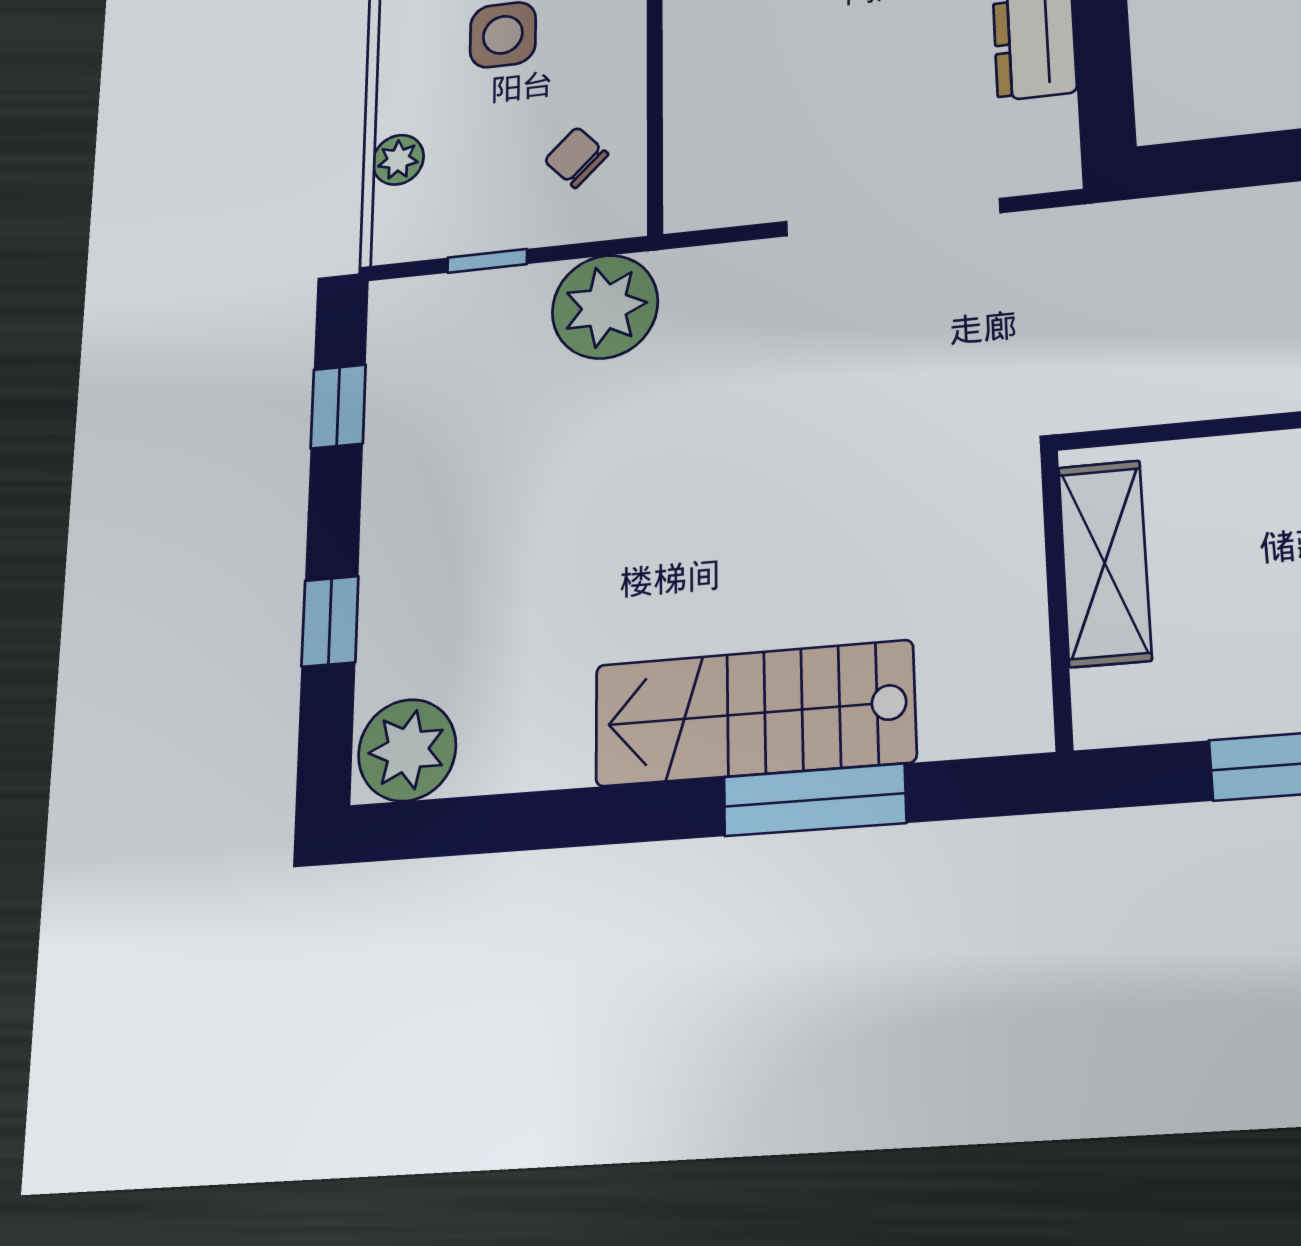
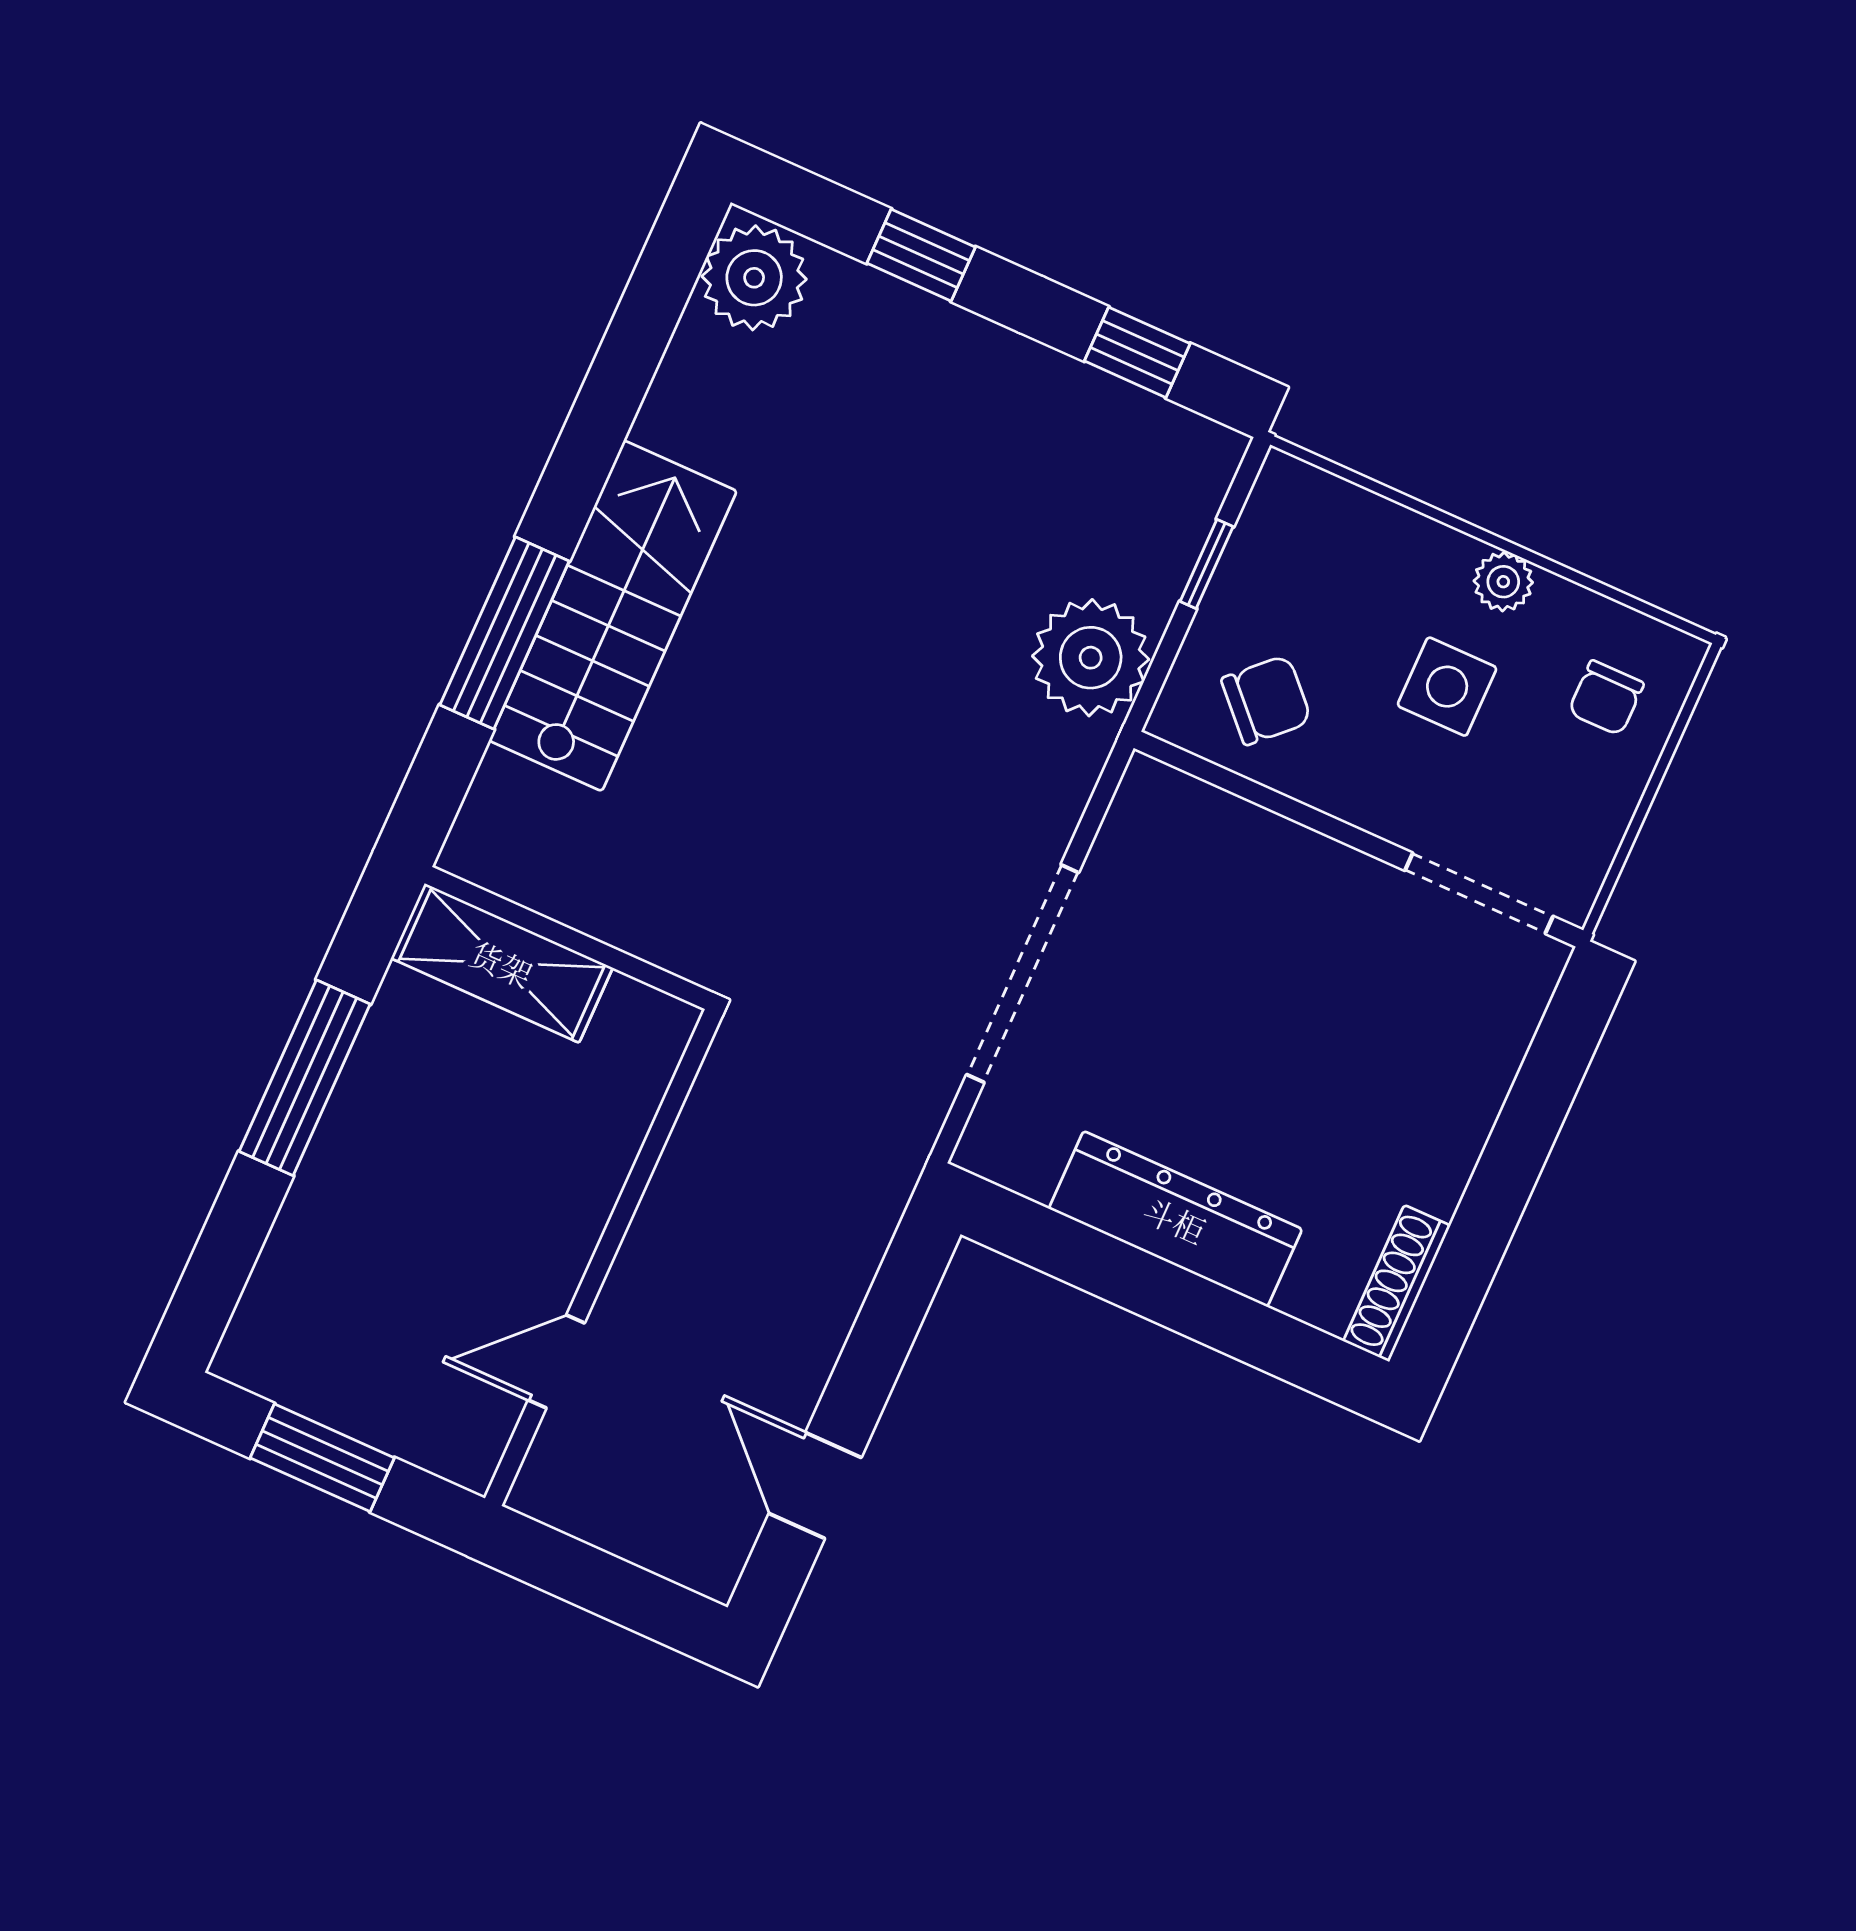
chair: (576, 157) -> (1266, 700), width x1.37, depth x1.37
plant: (398, 160) -> (1503, 582), moved
shelving: (1105, 563) -> (502, 963), moved

